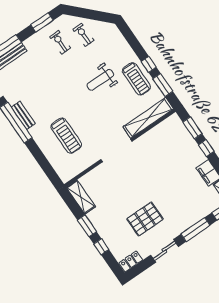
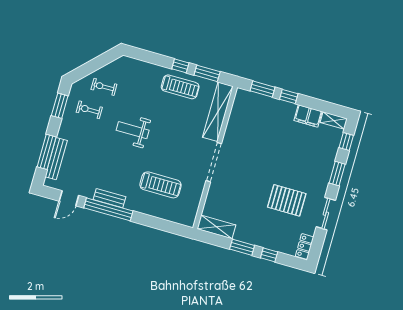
weight bench: (100, 80) -> (133, 130), moved, turned 90
pallet: (145, 219) -> (287, 200), turned 90
window: (195, 230) -> (337, 174), width x0.69

